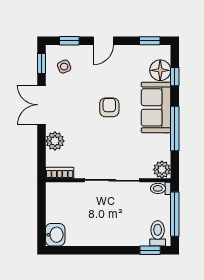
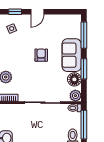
window: (150, 41) -> (68, 12), removed
floor lamp: (160, 70) -> (74, 79), moved
window: (175, 77) -> (84, 35), width x2.17
window: (175, 128) -> (84, 69), width x0.69

